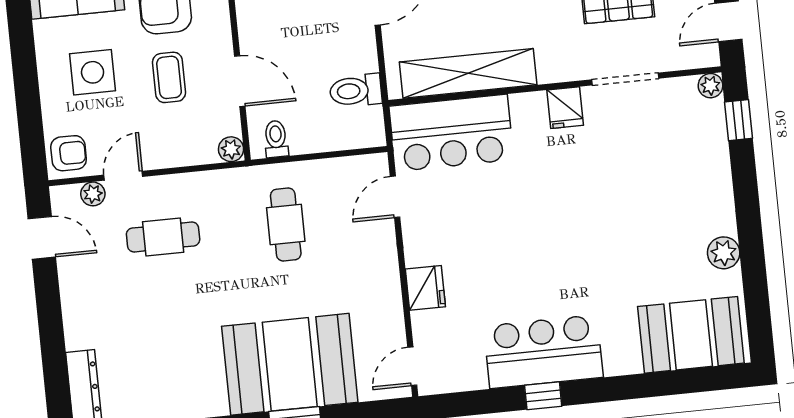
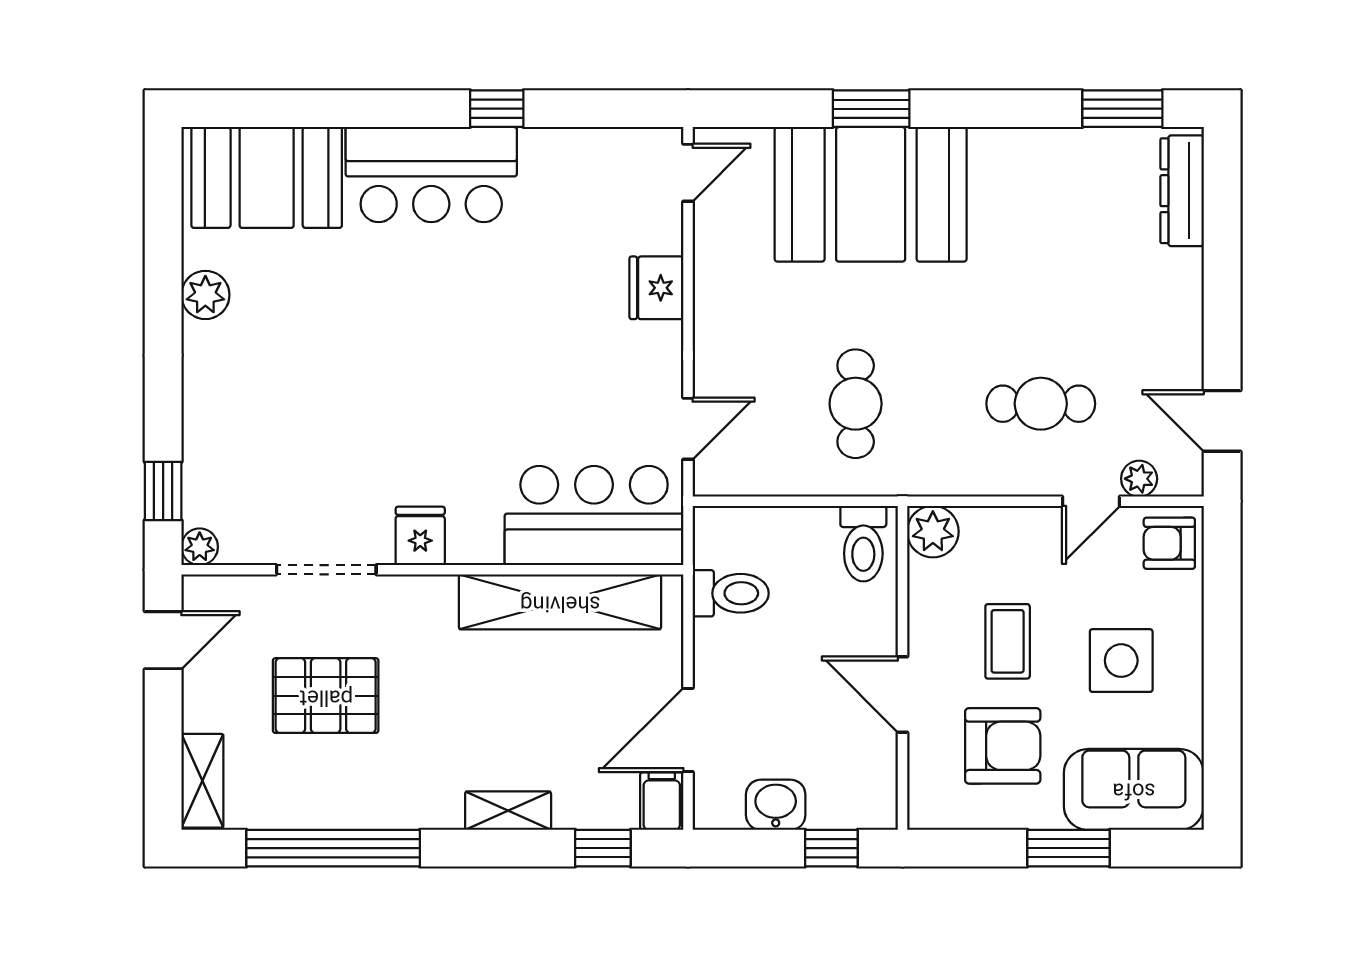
door: (240, 81) -> (903, 695), moved
toilet: (276, 139) -> (863, 544), width x1.37, depth x1.39
plant: (231, 149) -> (933, 532), width x1.38, depth x1.38
bar counter: (543, 352) -> (431, 175), moved

